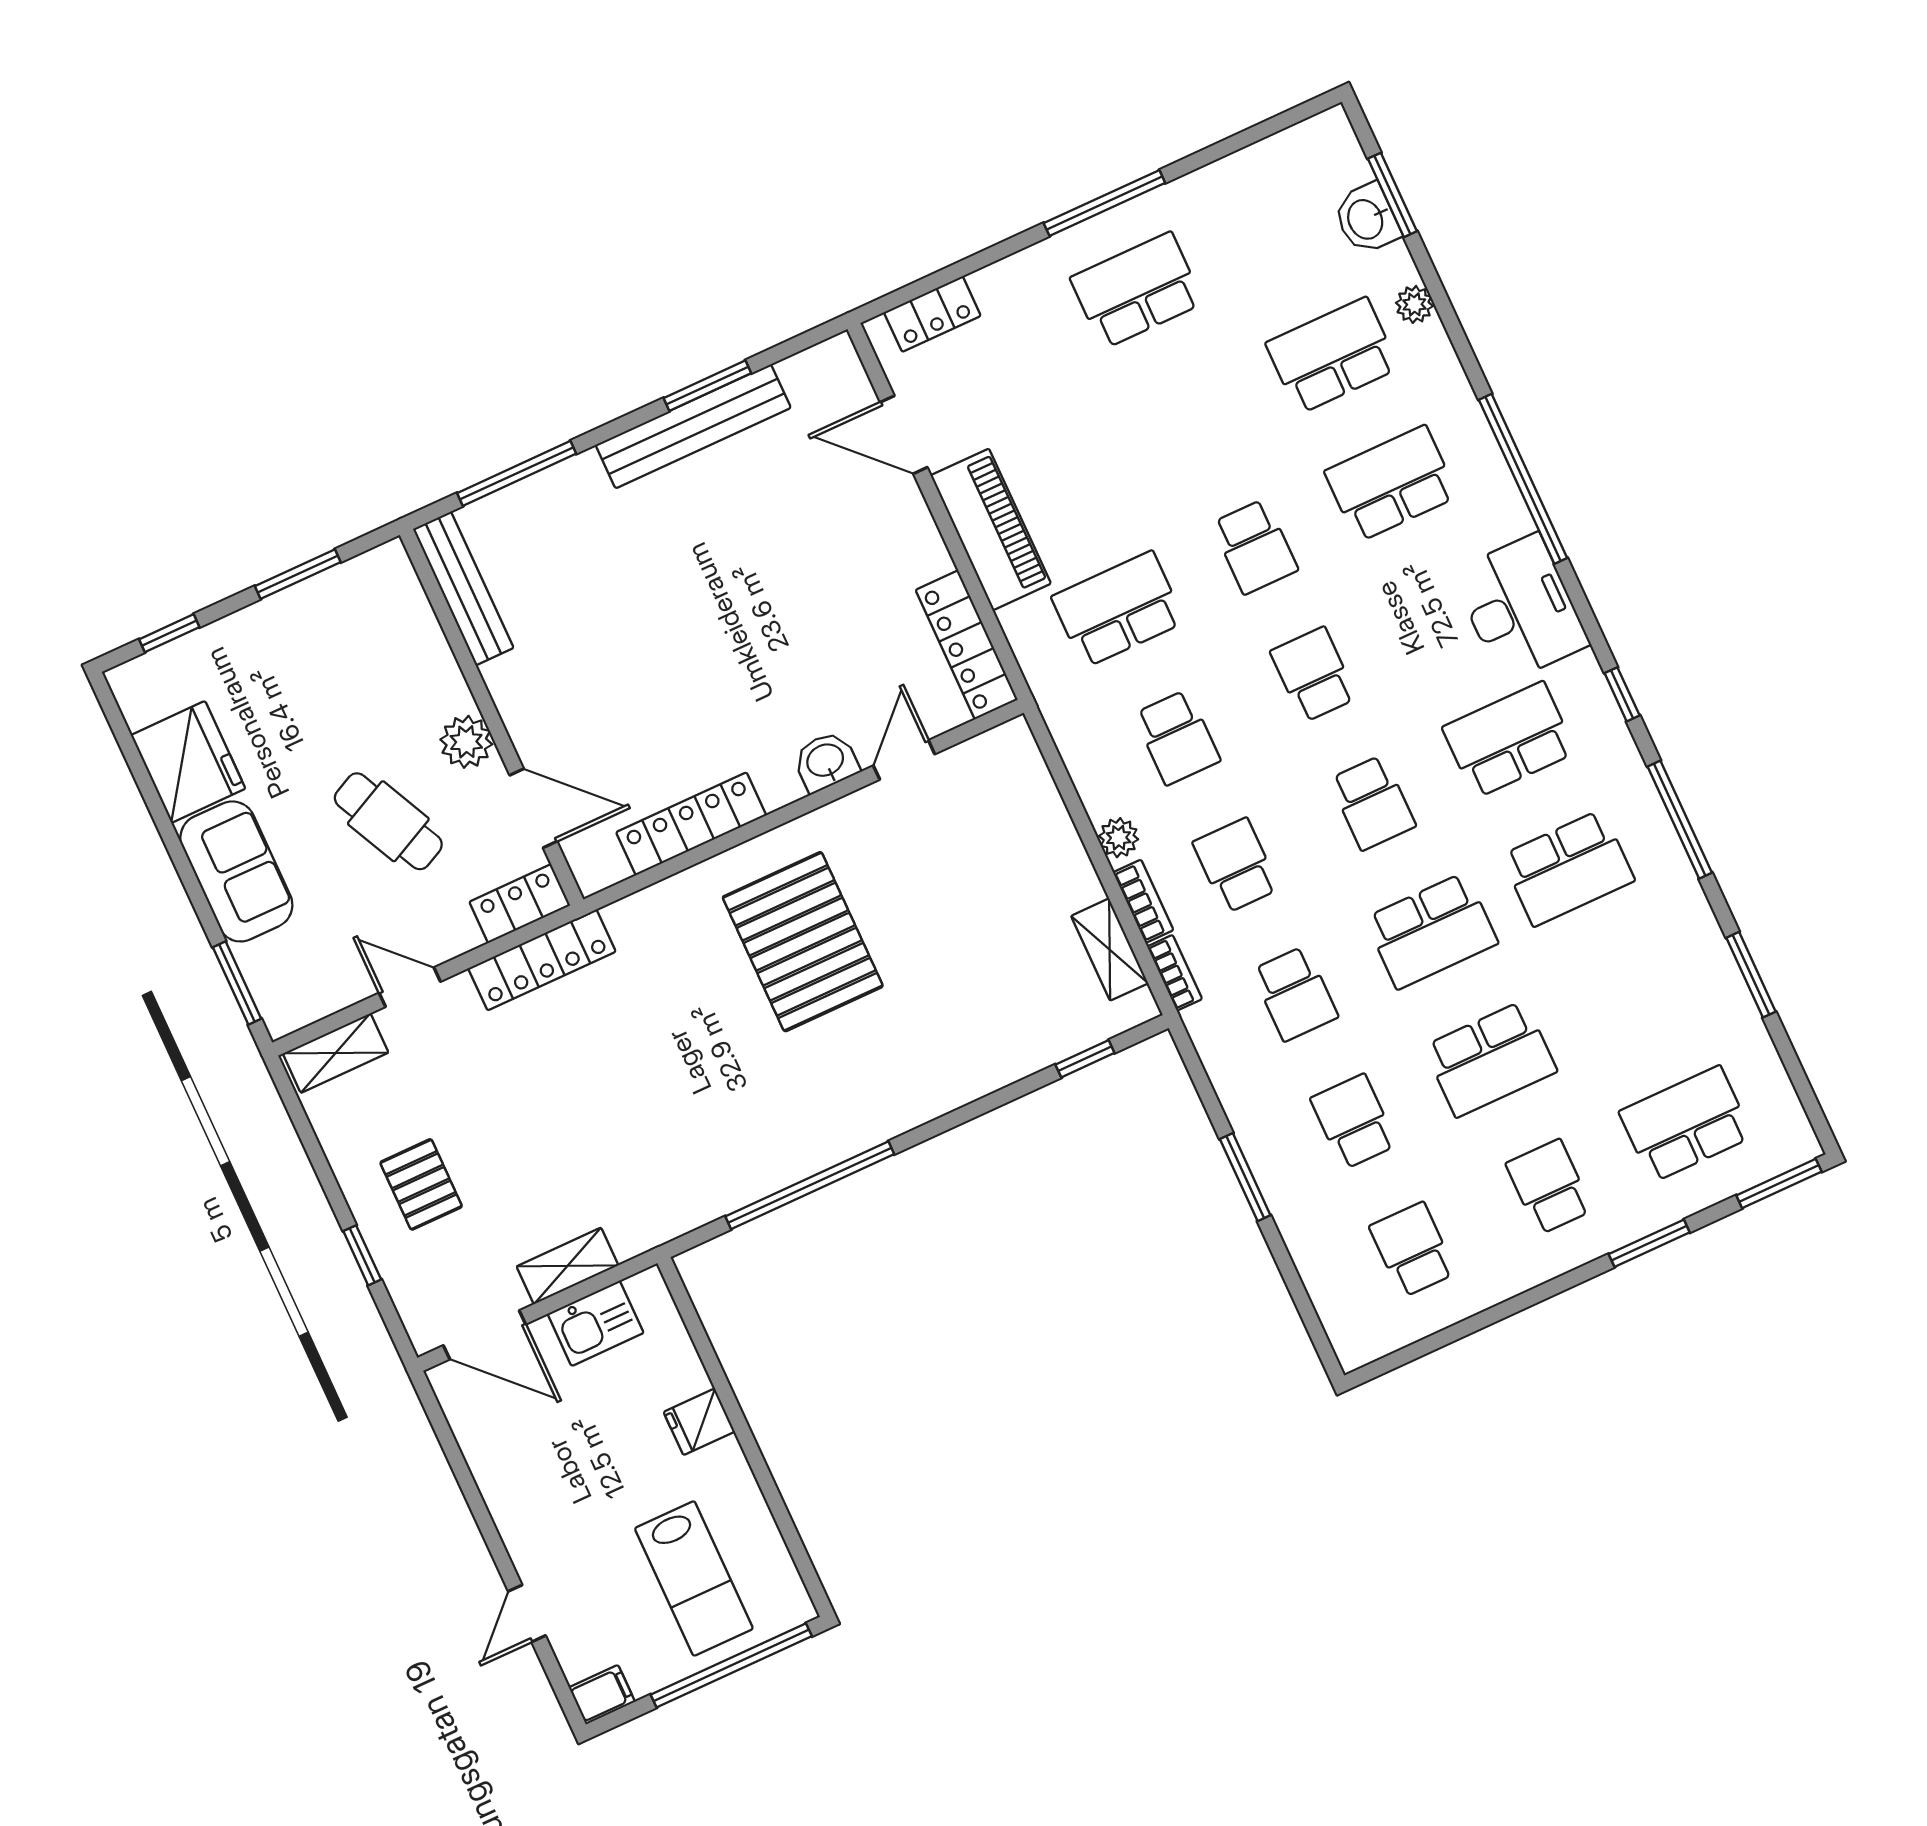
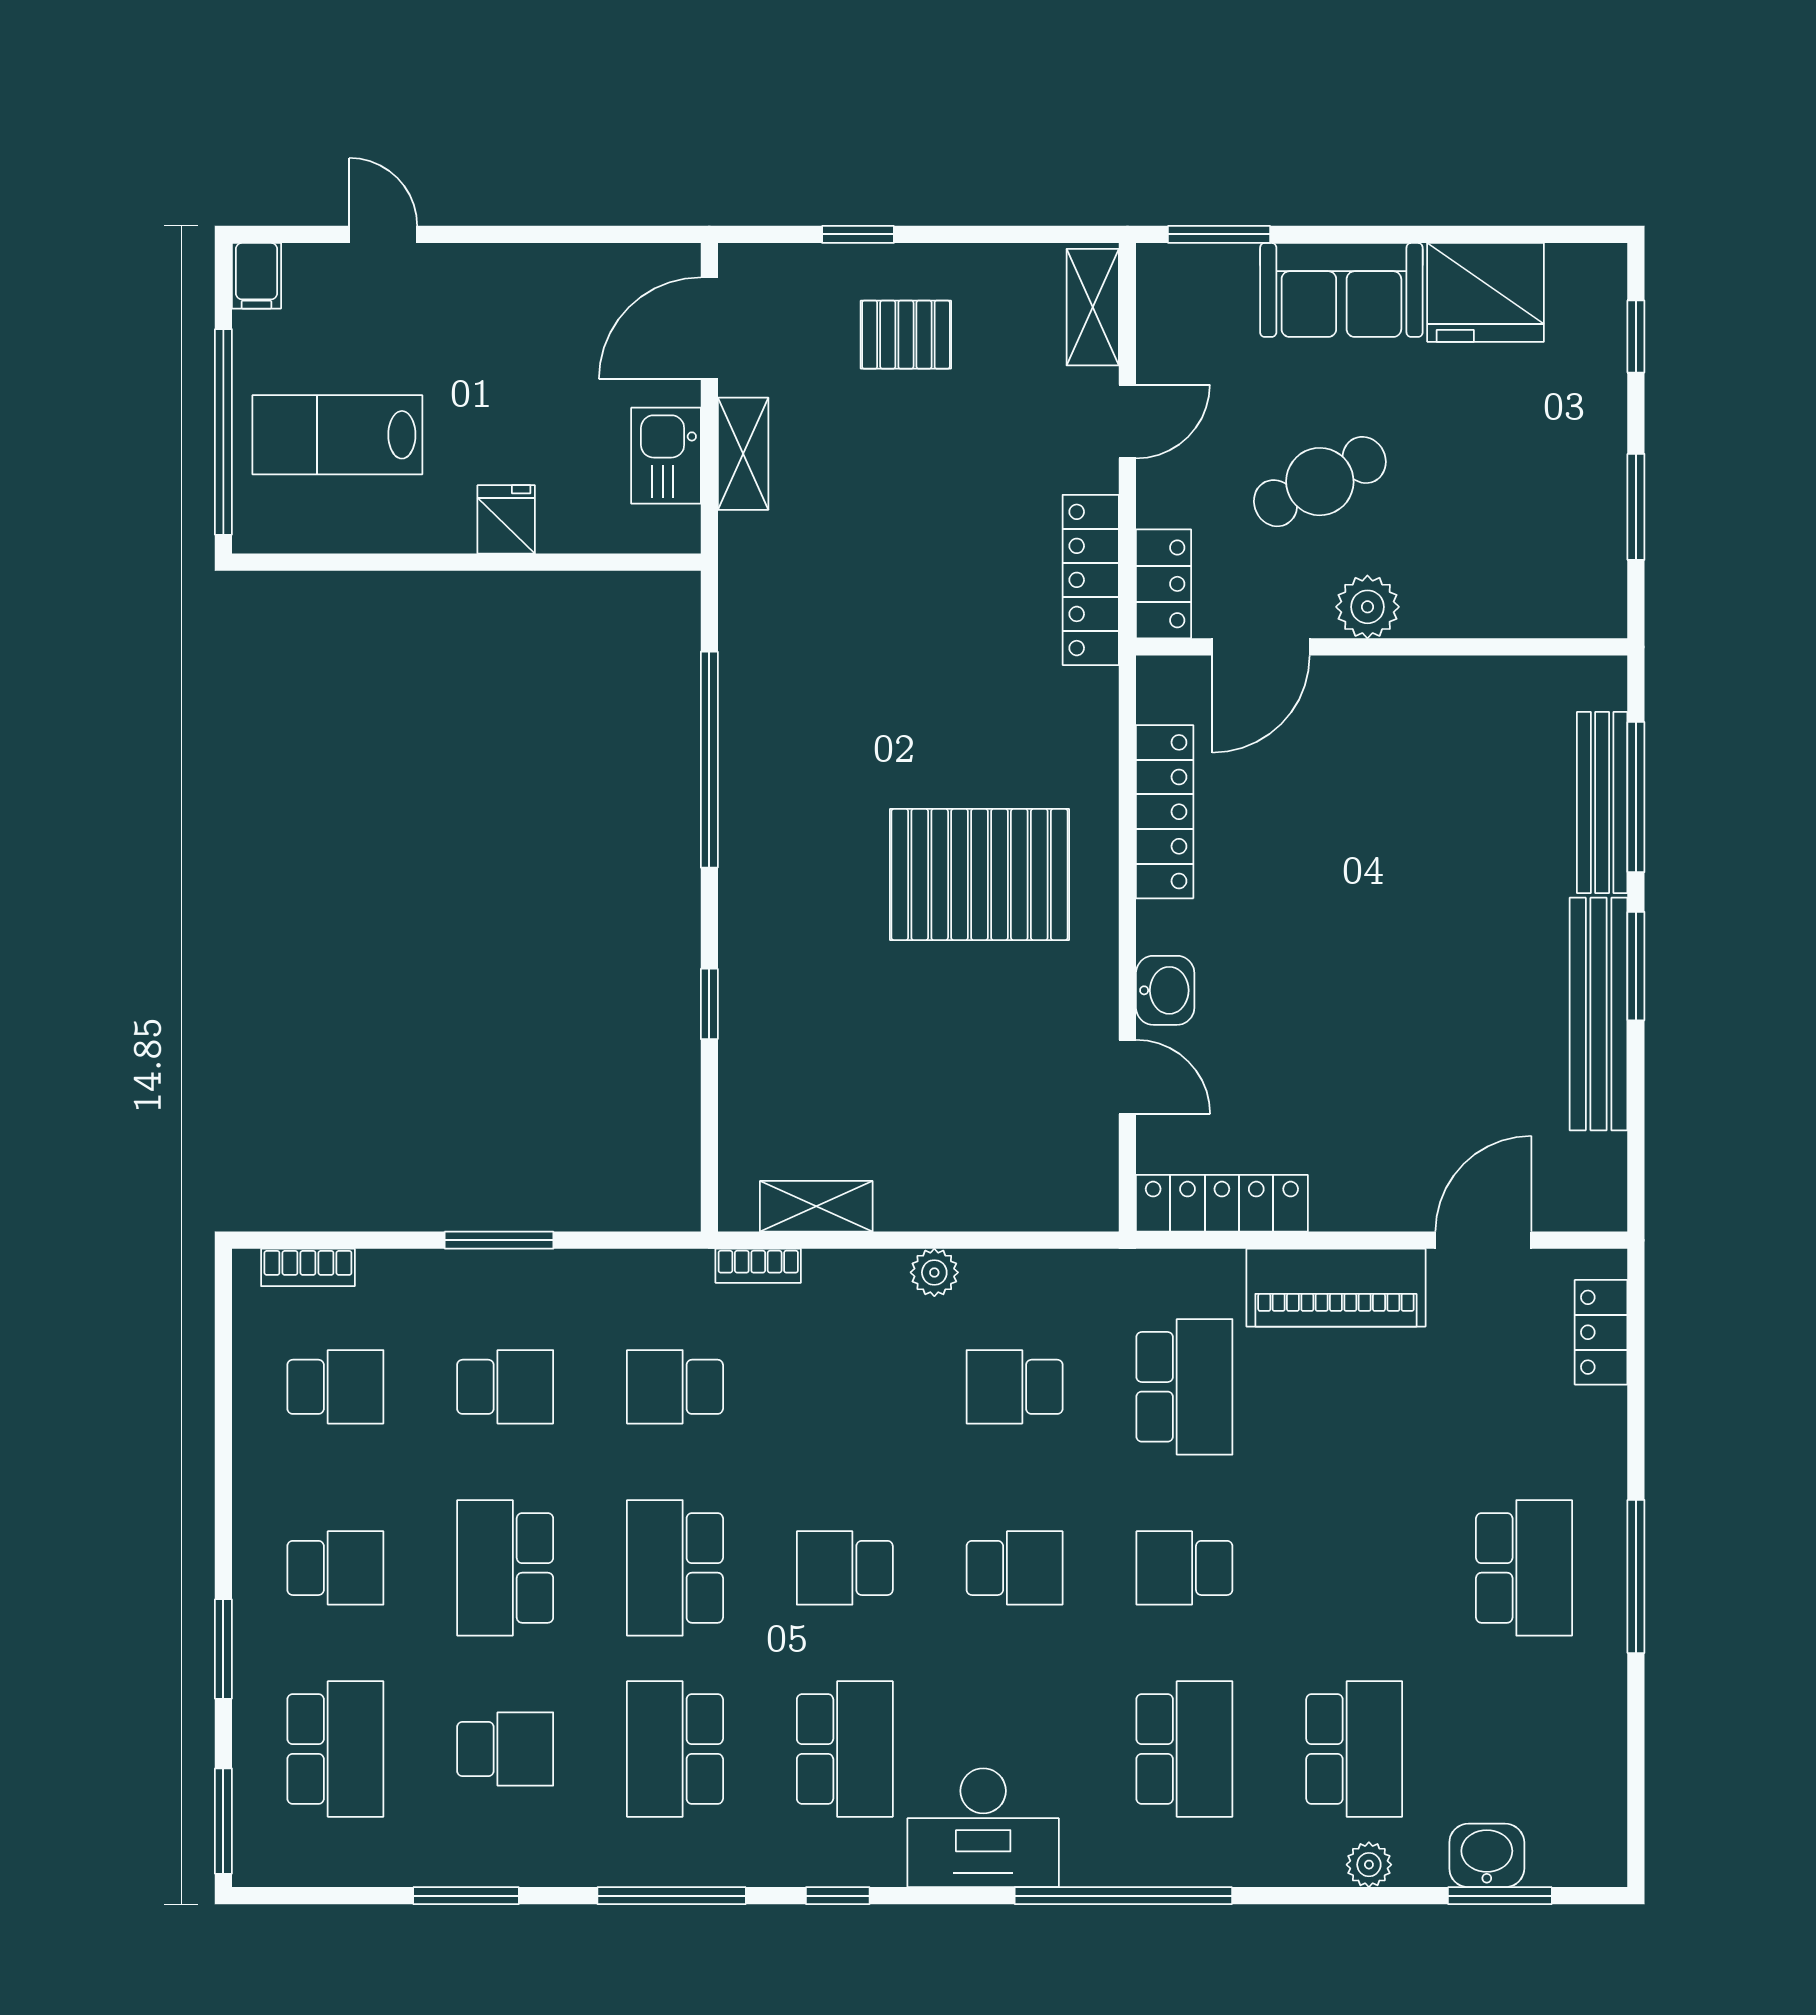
window: (707, 386) -> (1636, 966), moved
bench: (463, 588) -> (1602, 803), moved, turned 90
school desk: (1236, 866) -> (505, 1749), moved
bookcase: (1143, 901) -> (308, 1267), moved
window: (1085, 1059) -> (709, 1004), moved

